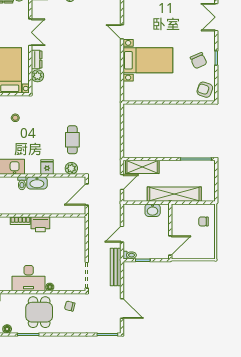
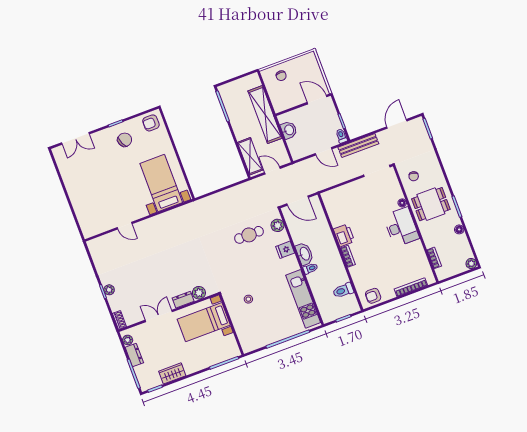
door: (122, 32) -> (125, 226), hinge flipped
bed with nightstands: (148, 60) -> (161, 183), moved
armchair: (205, 90) -> (151, 123), turned 71

